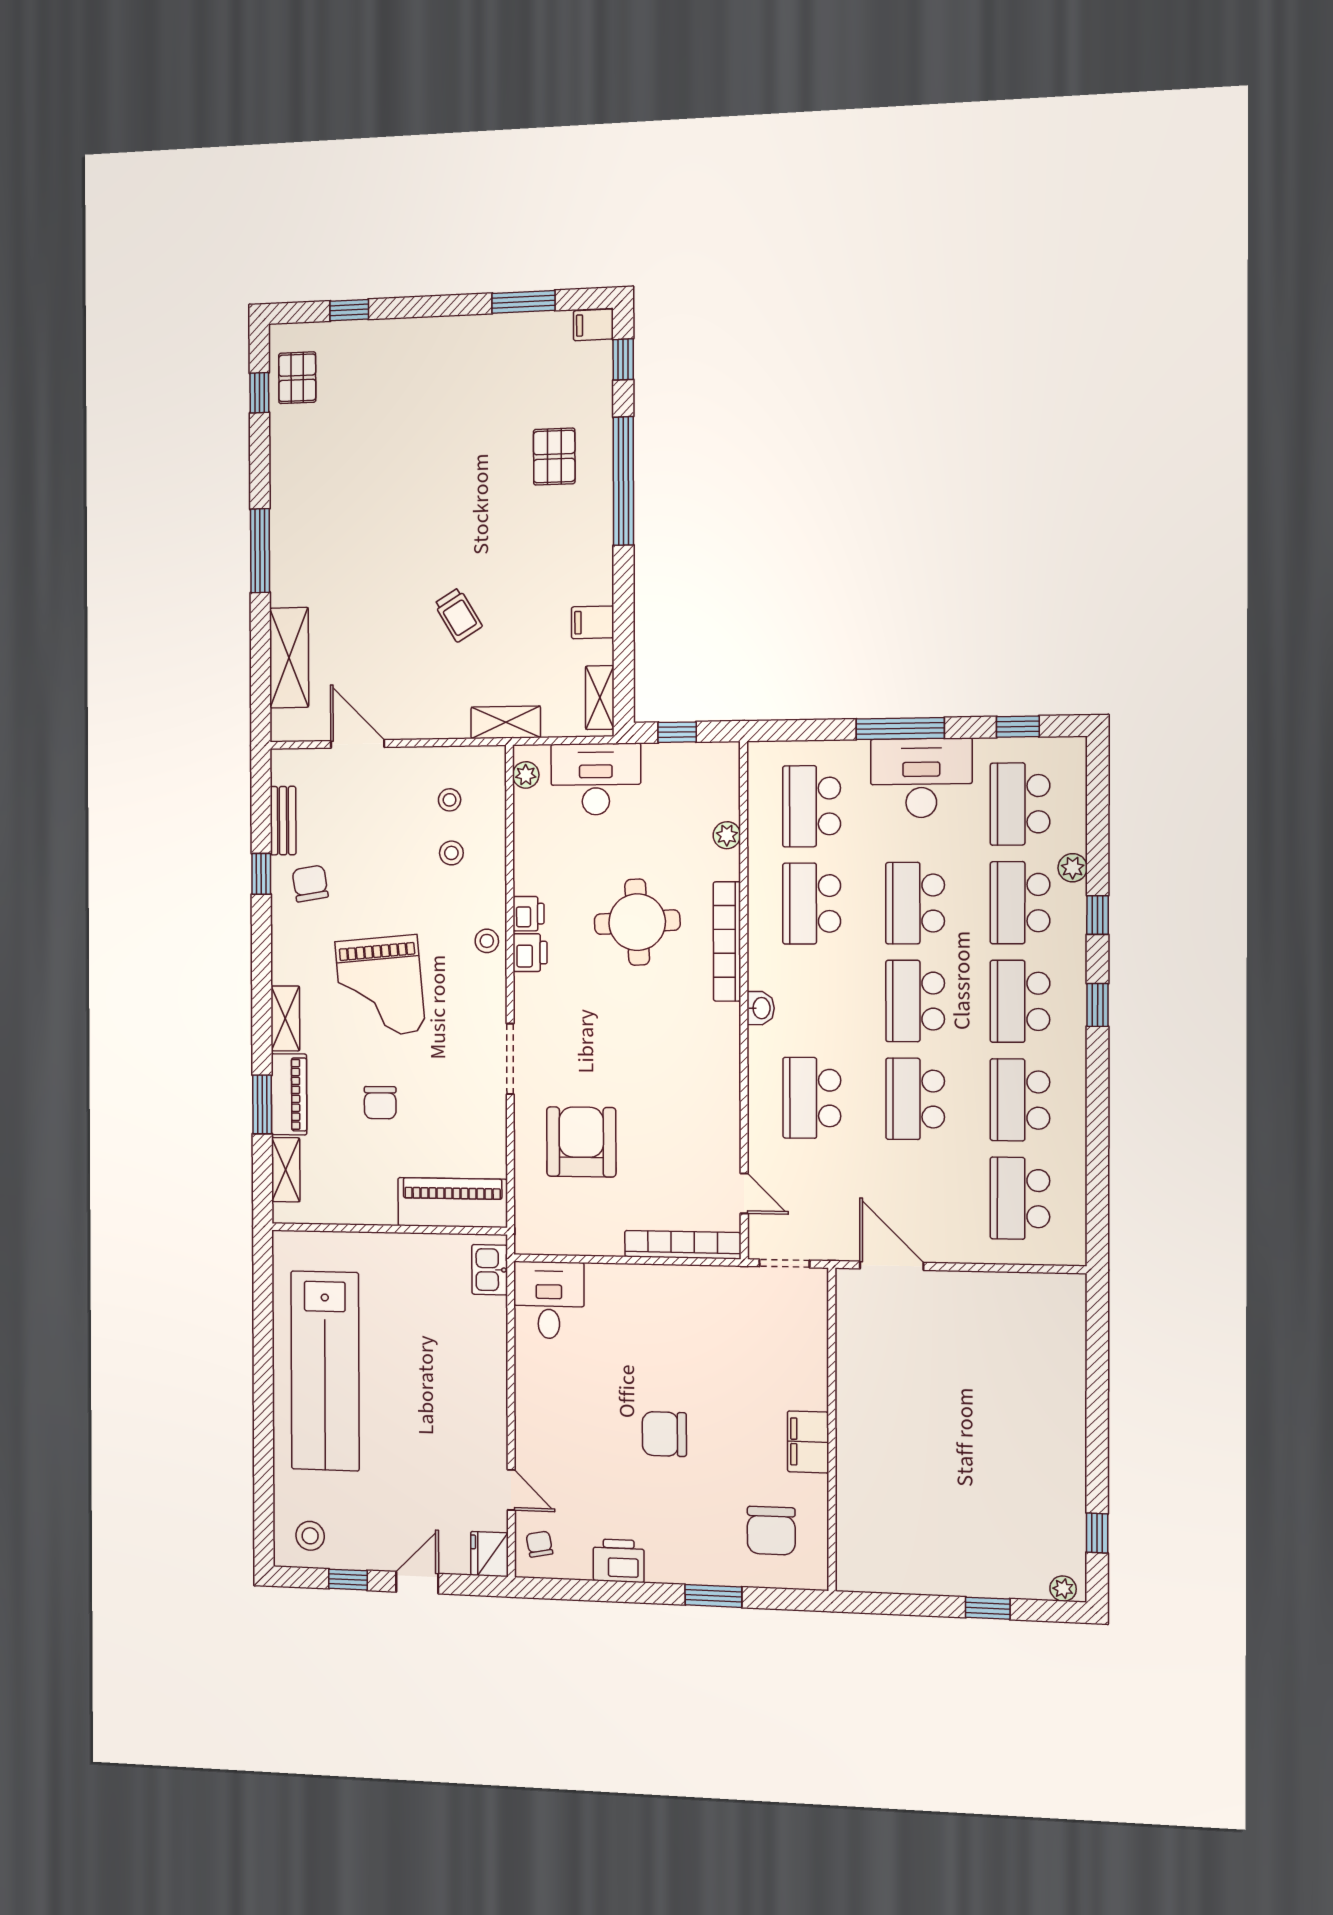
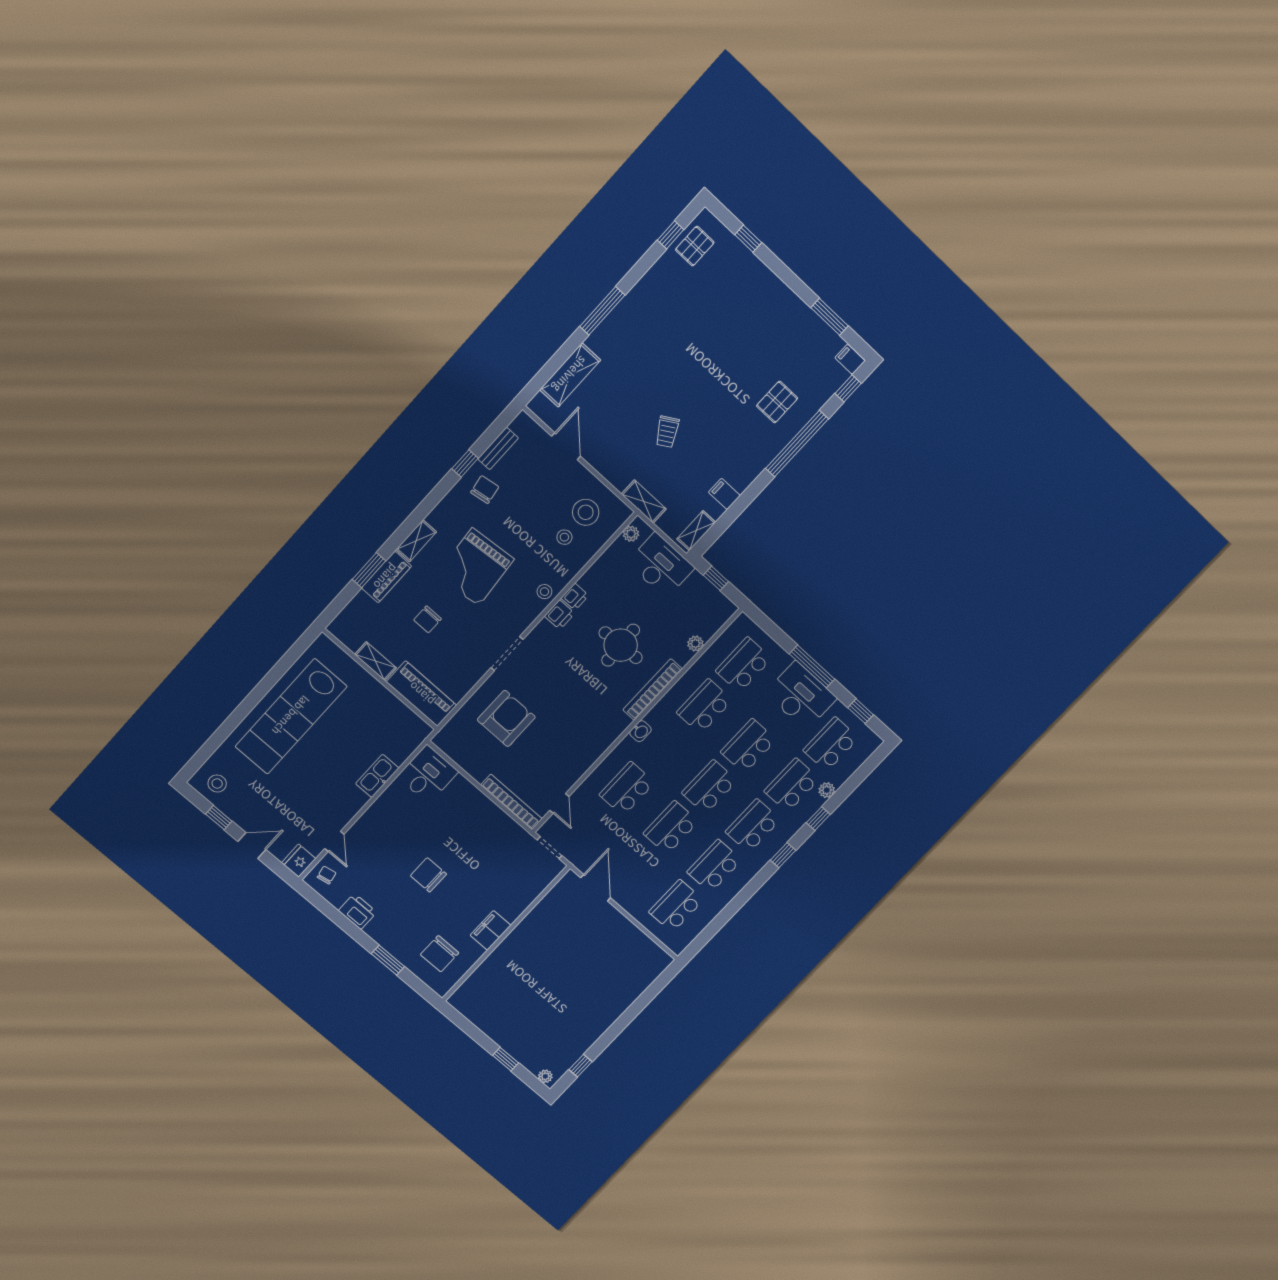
stool: (450, 800) -> (586, 512), width x1.89, depth x1.89
shelving: (286, 1170) -> (376, 661), moved, turned 90
kitchen sink: (490, 1270) -> (377, 776), moved, width x1.38

